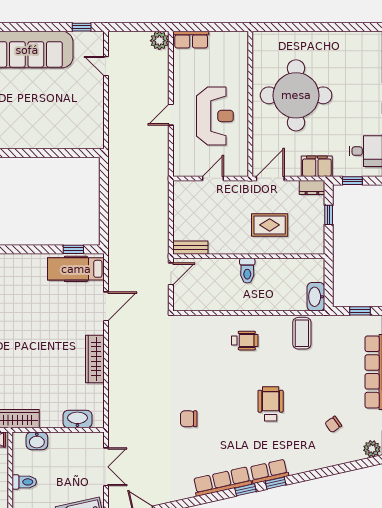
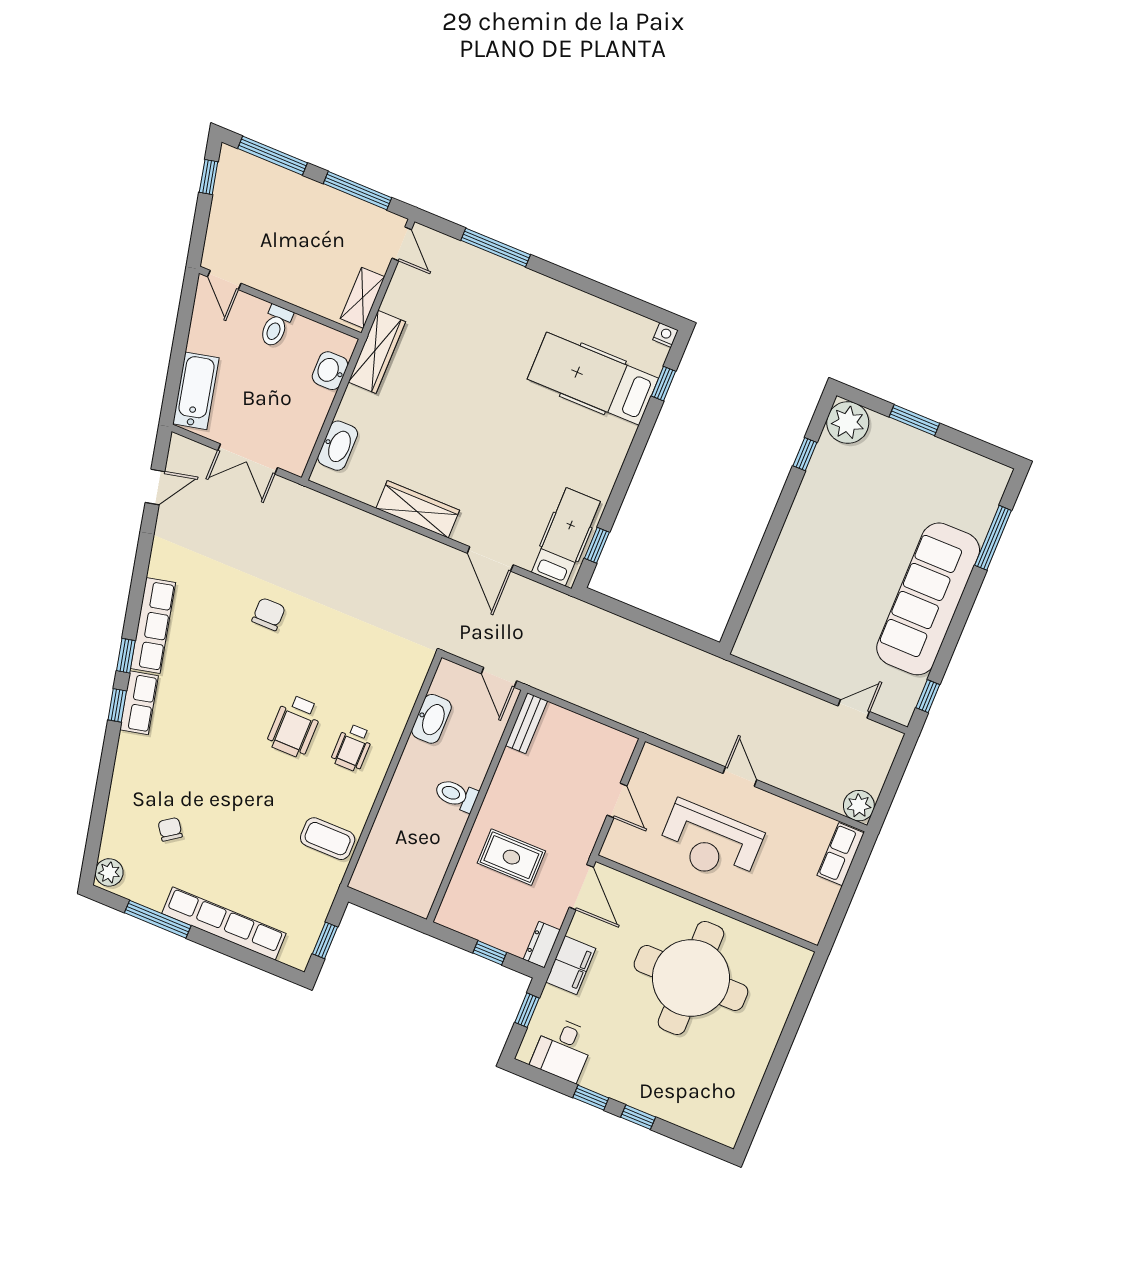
rug: (270, 225) -> (511, 857), turned 90
washbasin: (316, 297) -> (432, 719), moved, turned 90
wheelchair: (271, 404) -> (295, 726), moved, turned 90

